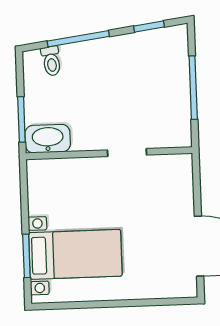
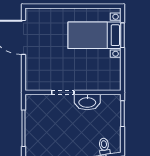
washbasin: (48, 139) -> (87, 102), moved

